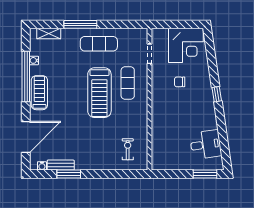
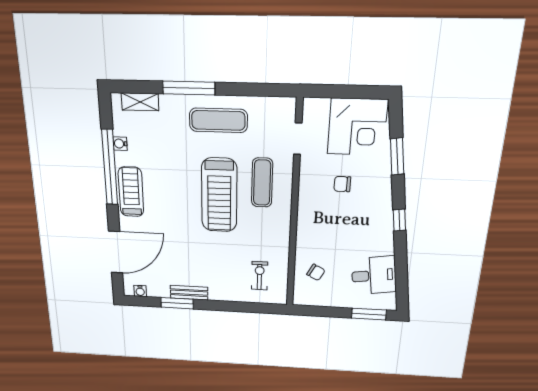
window: (212, 63) -> (397, 156), added
window: (217, 94) -> (399, 220), moved
chair: (166, 145) -> (316, 272), added
bench: (61, 165) -> (189, 293), moved

